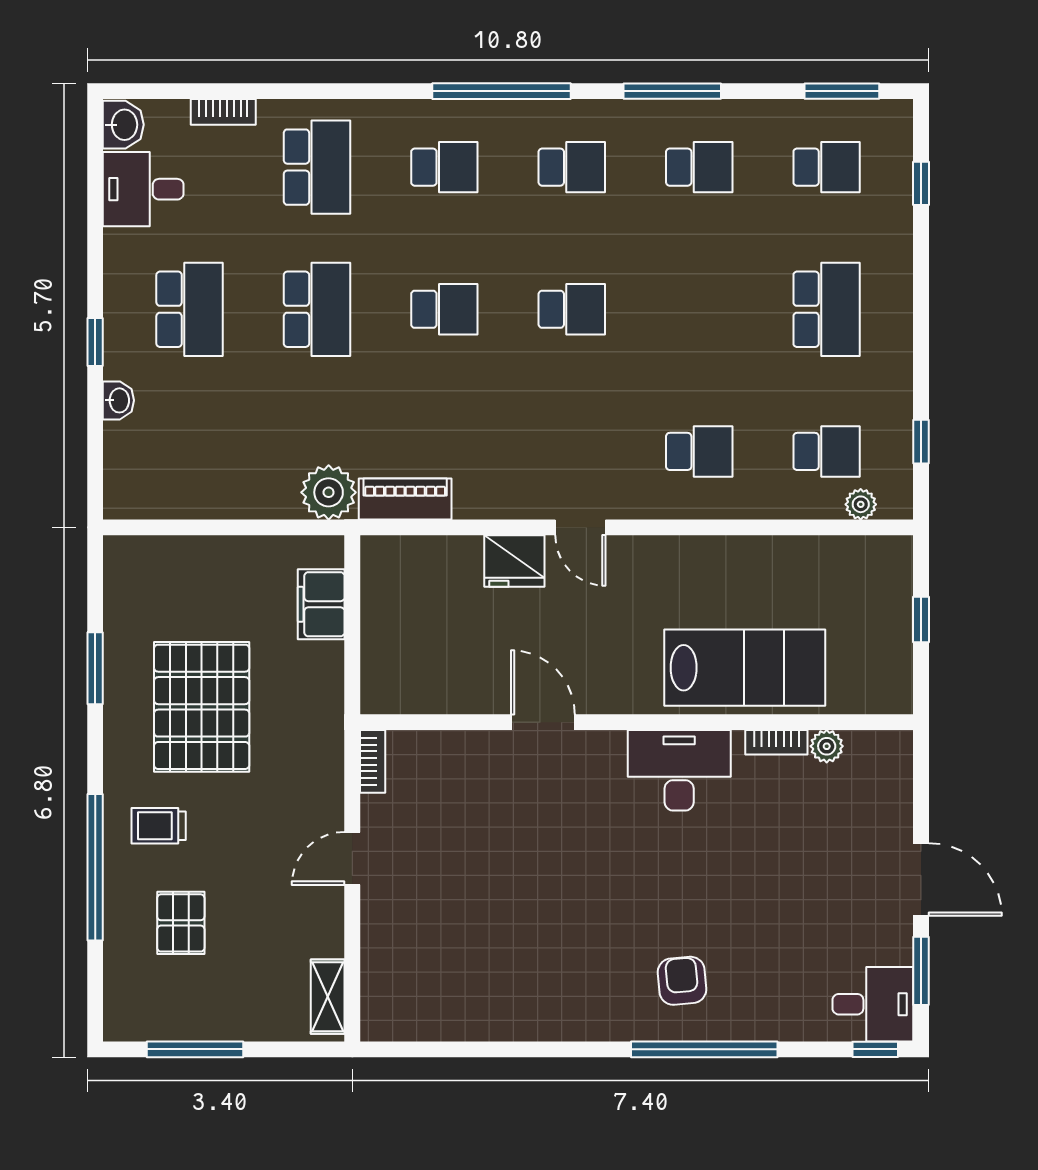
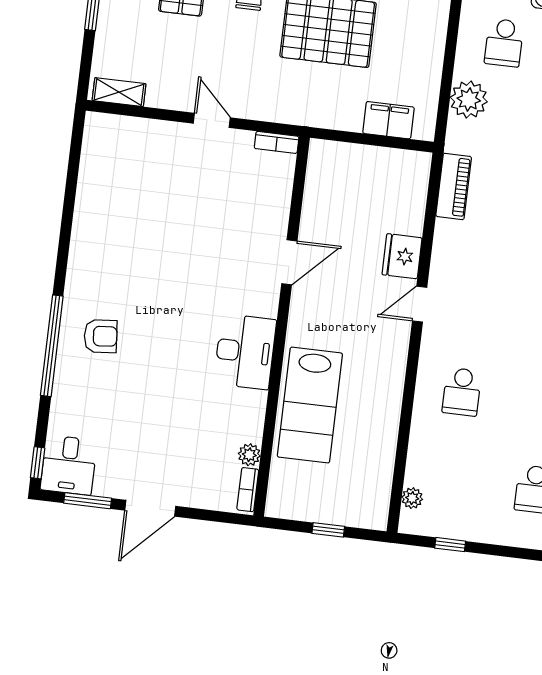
school desk: (827, 451) -> (504, 43), moved
plant: (329, 492) -> (469, 99), moved
bookcase: (776, 742) -> (248, 490), moved

